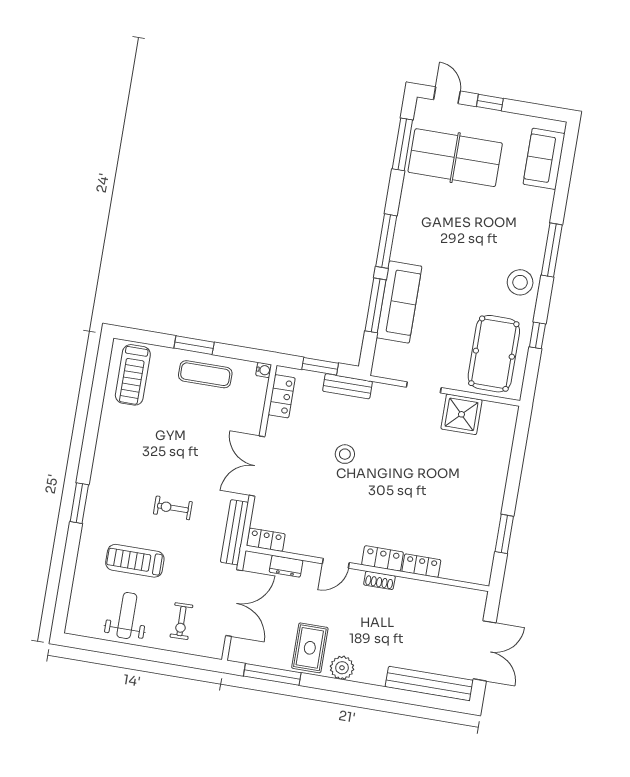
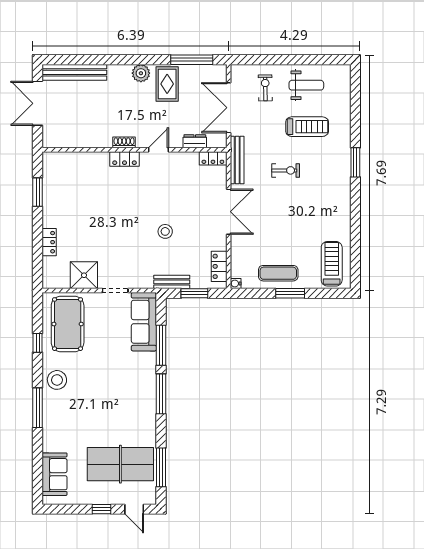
sofa: (399, 302) -> (144, 322), moved
locker: (421, 566) -> (49, 242), moved, turned -90
weight bench: (127, 616) -> (306, 85), turned -90

